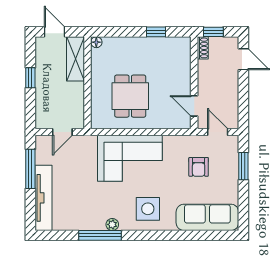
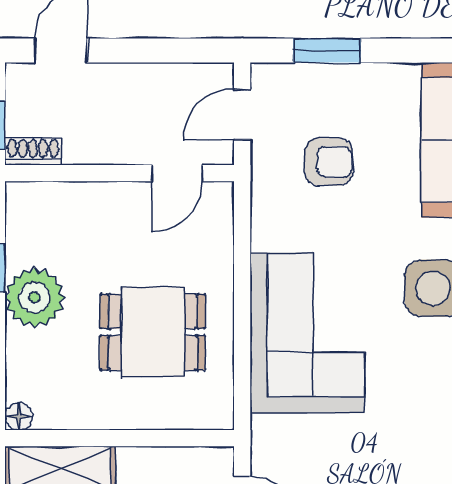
plant: (144, 49) -> (35, 297), added

